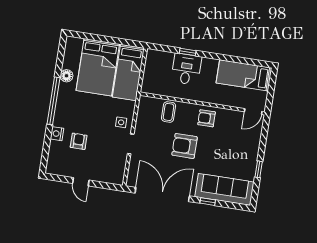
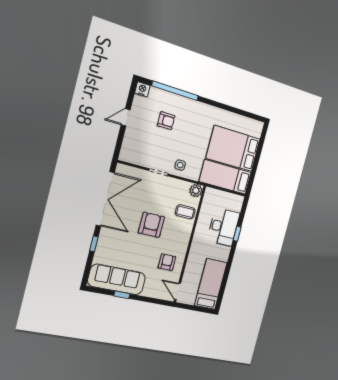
desk: (186, 69) -> (223, 227), width x1.37
floor lamp: (67, 76) -> (229, 117), removed
window: (54, 101) -> (175, 91), moved
plant: (145, 103) -> (196, 190), added
armchair: (207, 118) -> (167, 262), moved
nightstand: (57, 134) -> (142, 89), moved
sofa: (224, 189) -> (117, 279), moved, turned -90

